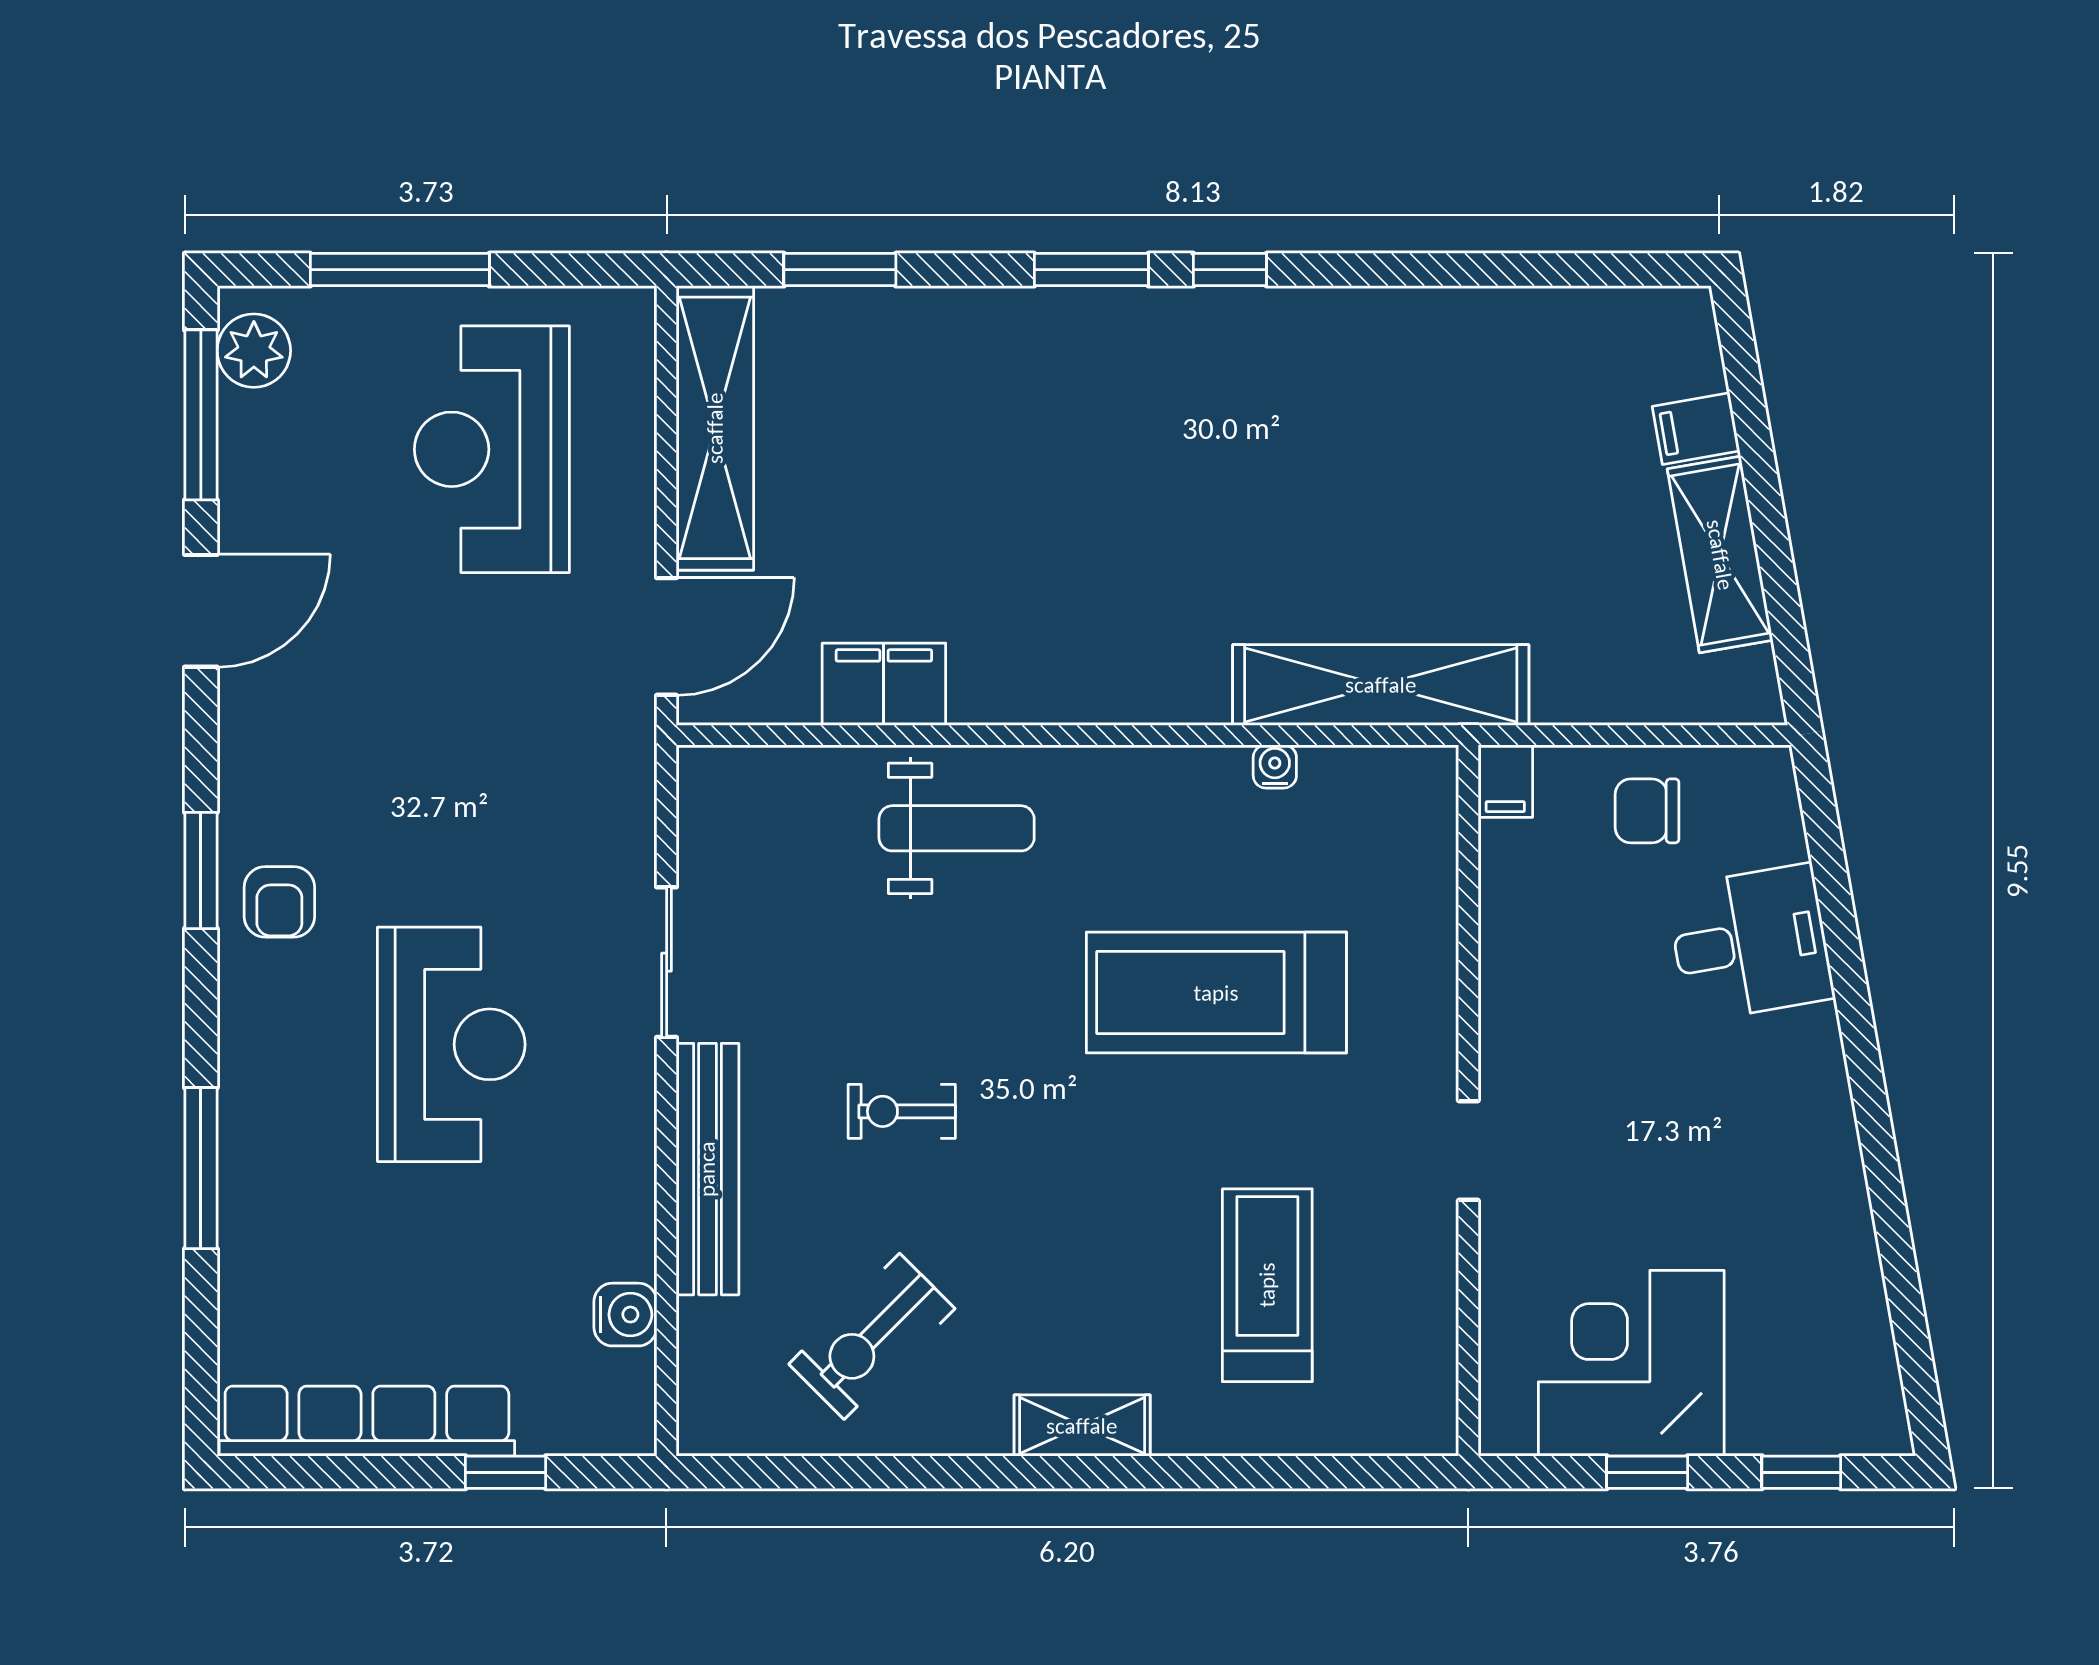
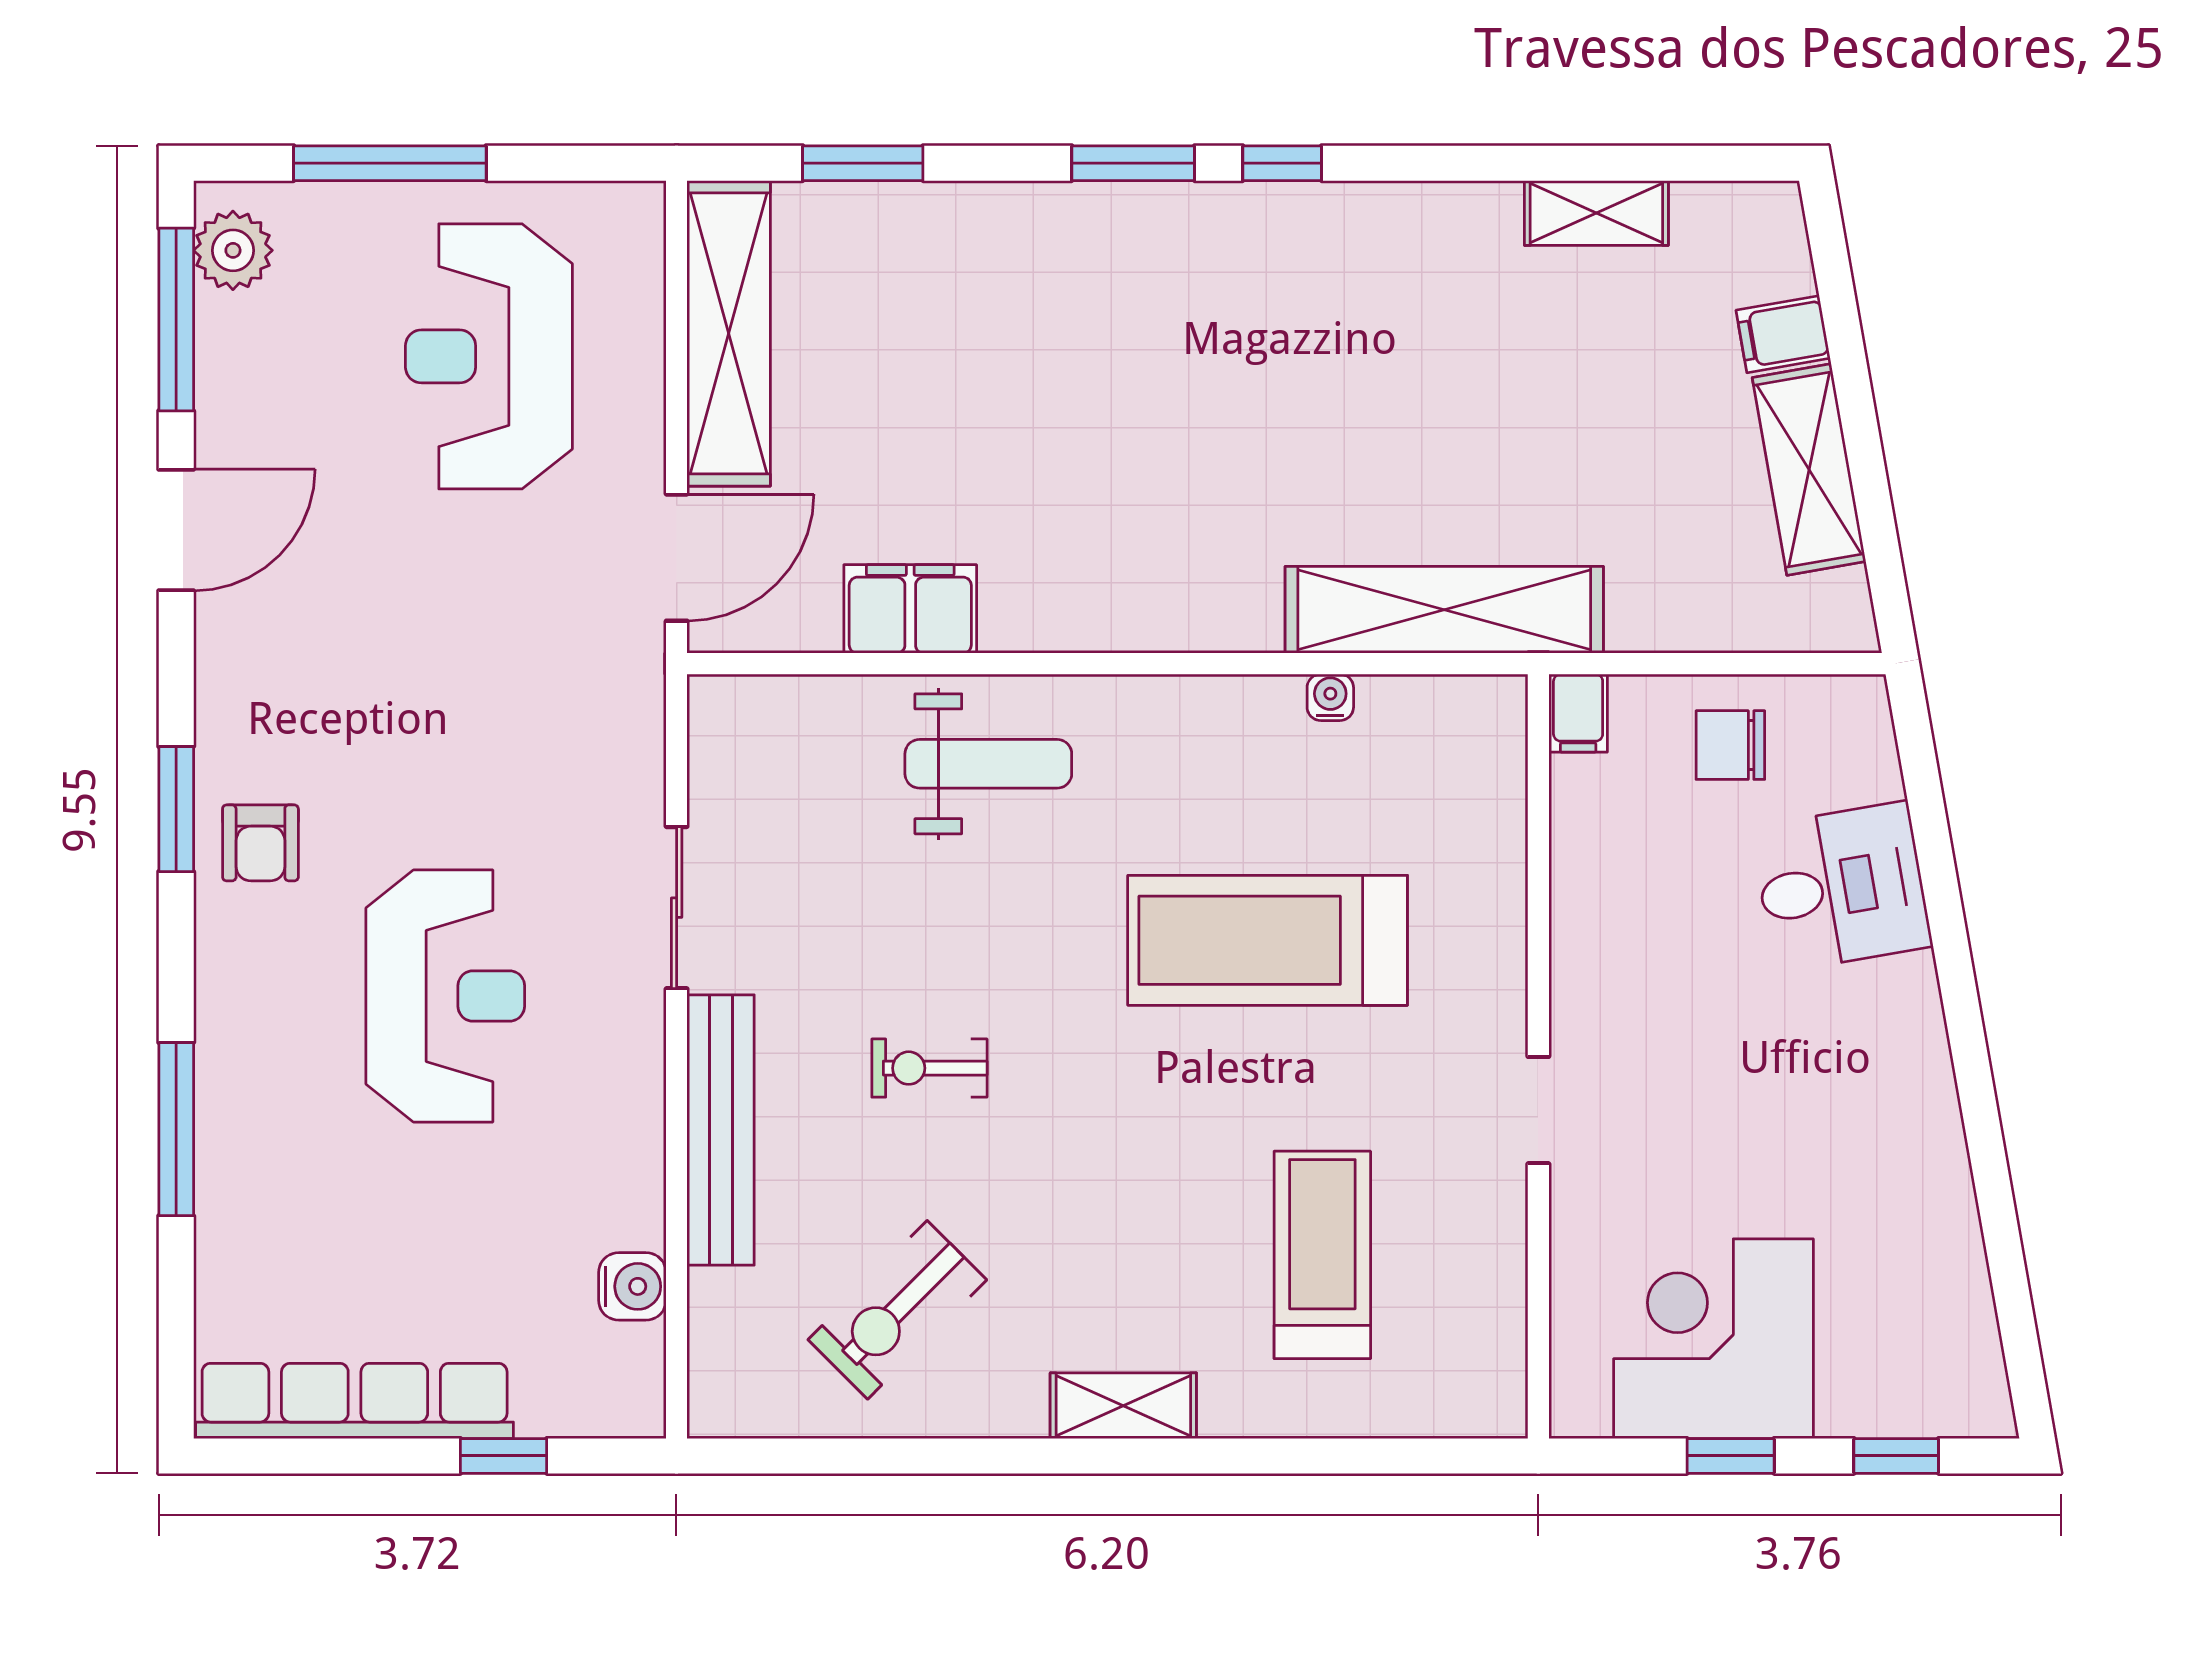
shelving: (1522, 316) -> (1596, 213), added

